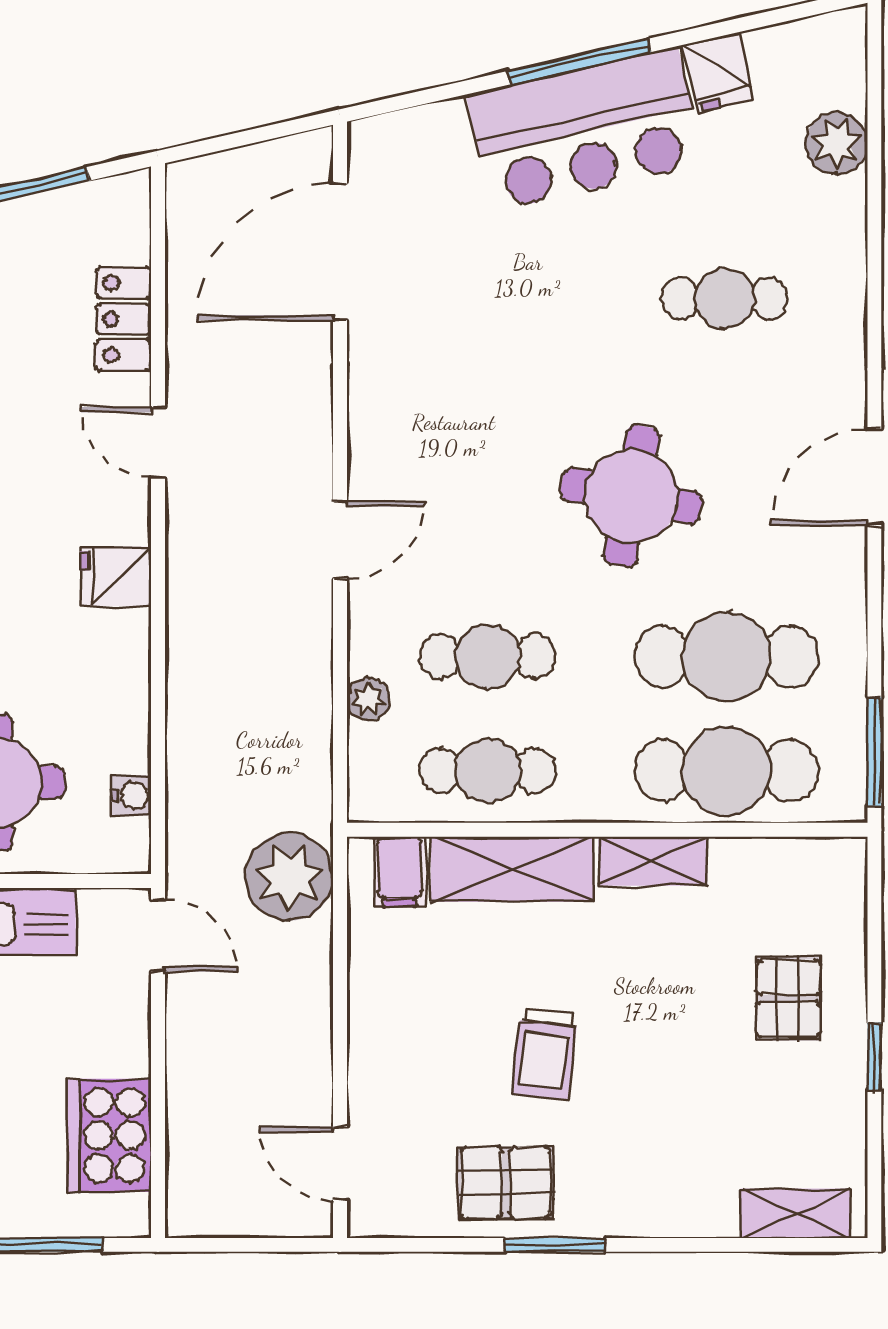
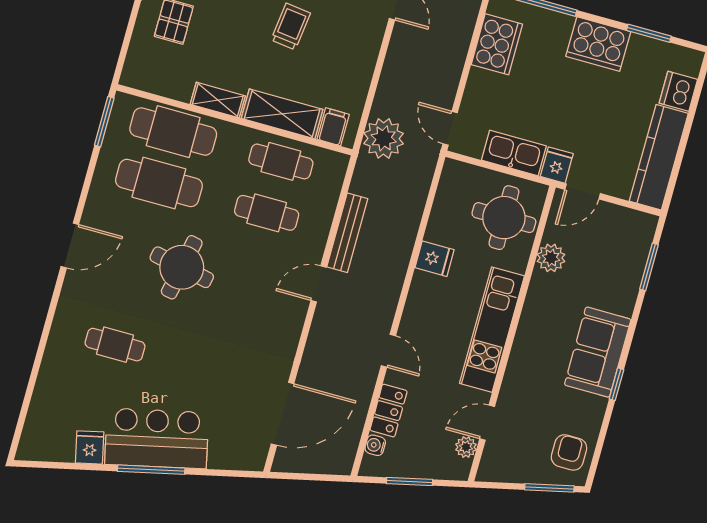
plant: (837, 143) -> (45, 401), removed
fridge: (116, 576) -> (434, 259), moved
bench: (310, 662) -> (347, 233), added
plant: (368, 699) -> (326, 209), removed
water cooler: (131, 795) -> (375, 445), moved

